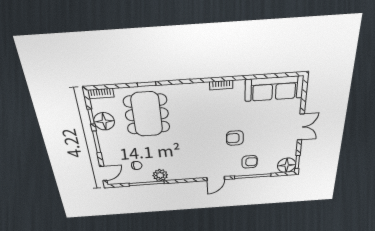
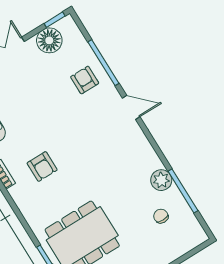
armchair: (235, 138) -> (42, 166), moved
floor lamp: (287, 165) -> (49, 40), moved
door: (103, 173) -> (194, 251), removed

